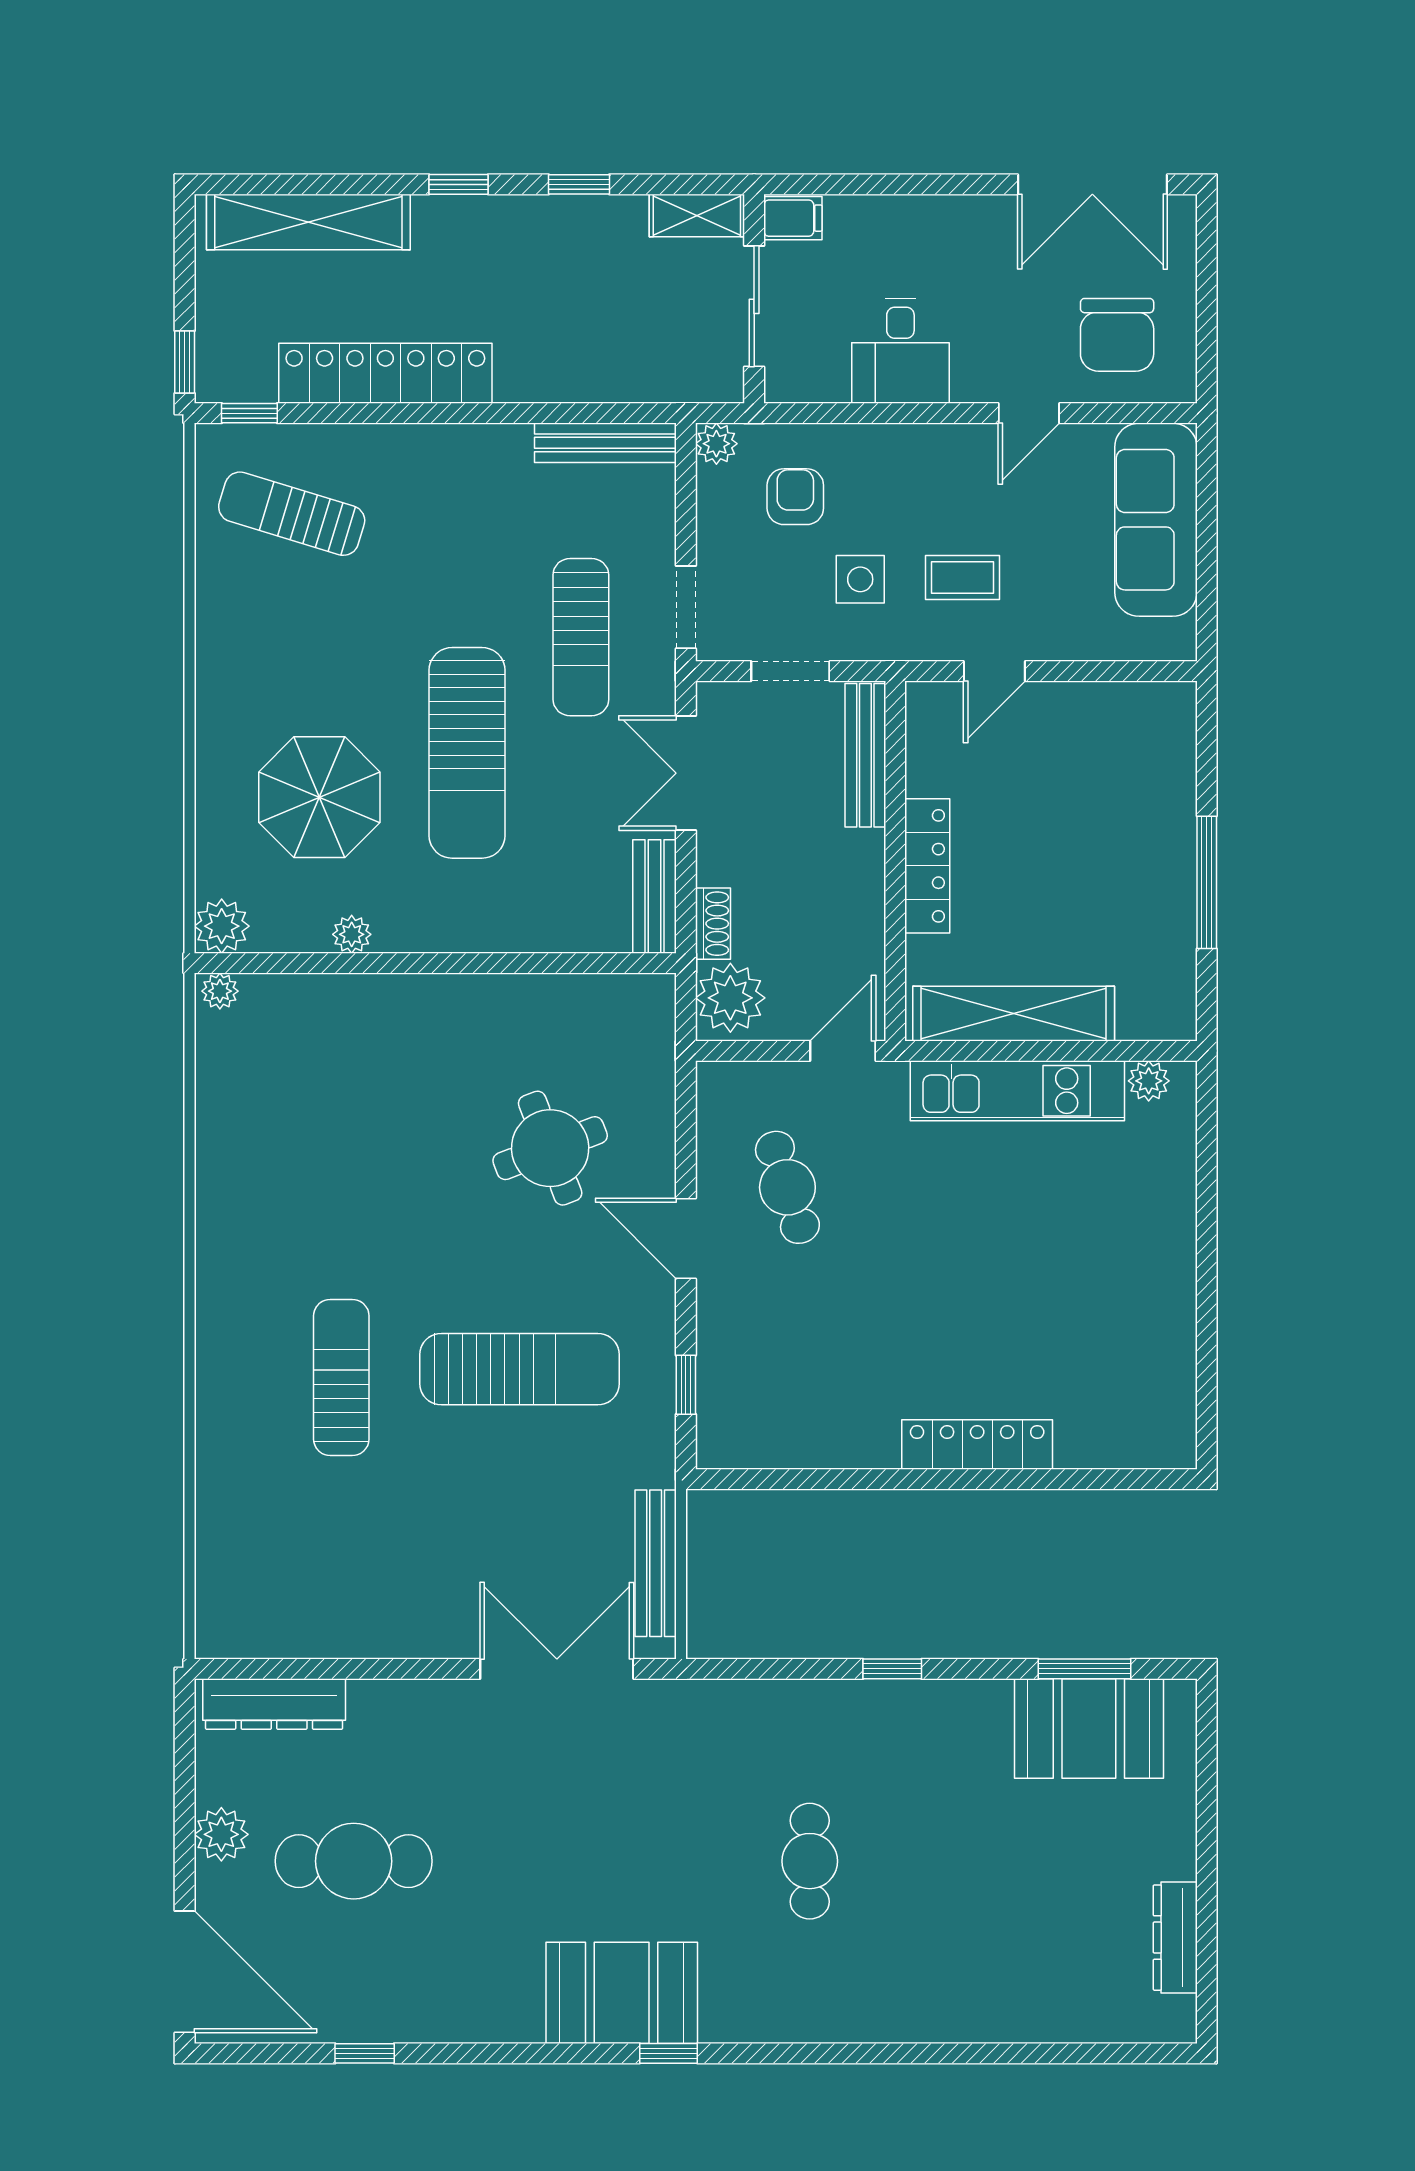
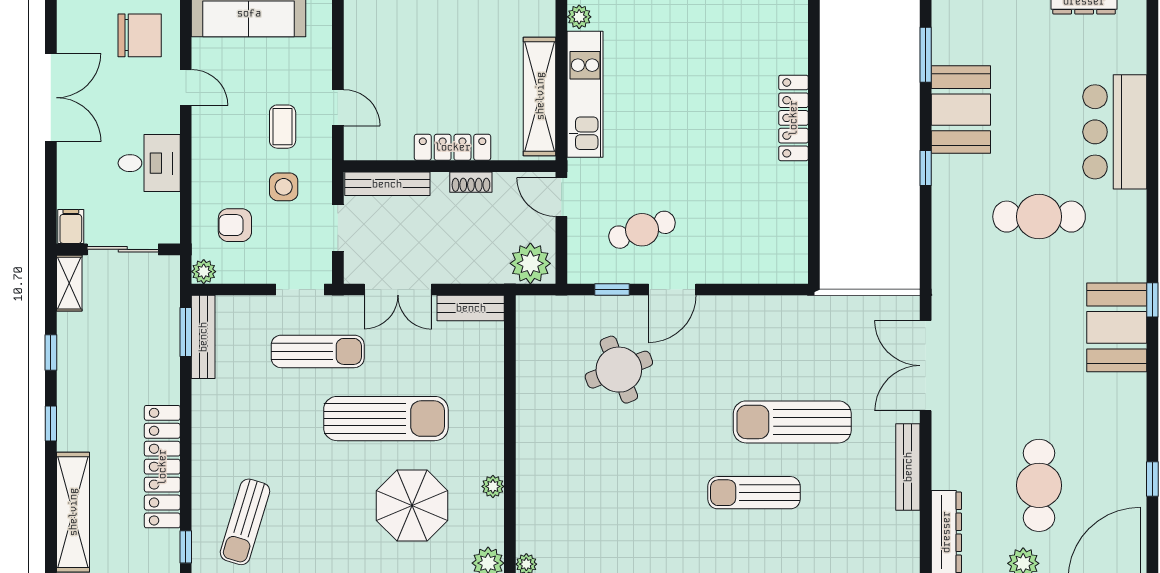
double door: (1092, 184) -> (51, 98), moved
window: (614, 413) -> (186, 332), added
shoe rack: (713, 924) -> (471, 182), moved, turned 180
sun lounger: (520, 1369) -> (792, 422), moved, turned -90
window: (686, 1385) -> (612, 290), moved
bench: (656, 1563) -> (908, 467), moved, turned 90
booth: (1089, 1729) -> (961, 110), moved
cafe table: (810, 1861) -> (1039, 217), width x1.37, depth x1.35
bar counter: (954, 1990) -> (1115, 132), added

